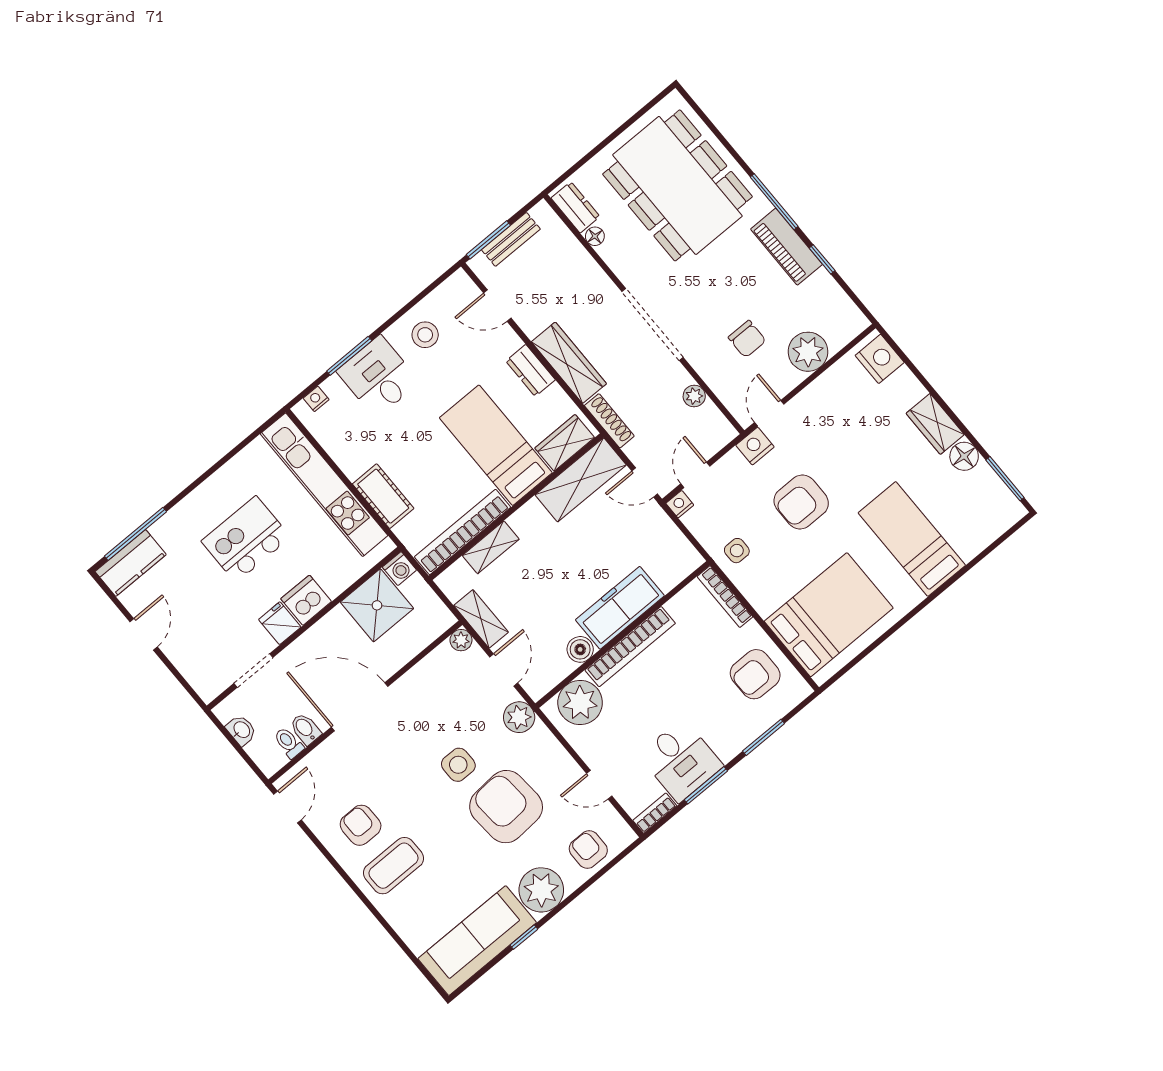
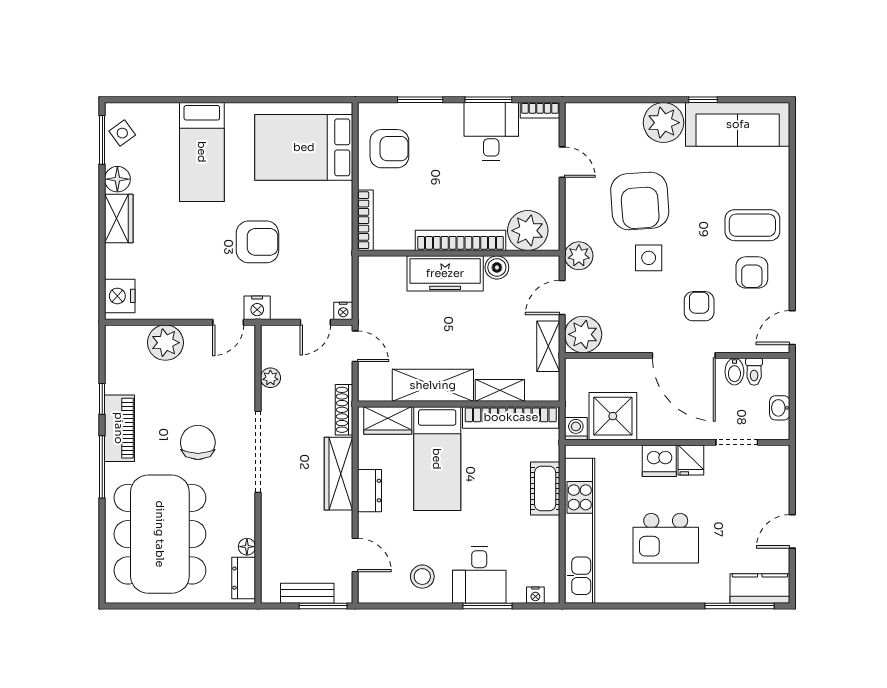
chair: (747, 339) -> (198, 442), moved, width x1.37, depth x1.37
shelving: (581, 480) -> (433, 385), moved
side table: (737, 551) -> (122, 133), moved, turned -36
plant: (461, 640) -> (583, 334), width x1.88, depth x1.88
armchair: (588, 850) -> (699, 306), moved, turned 180

